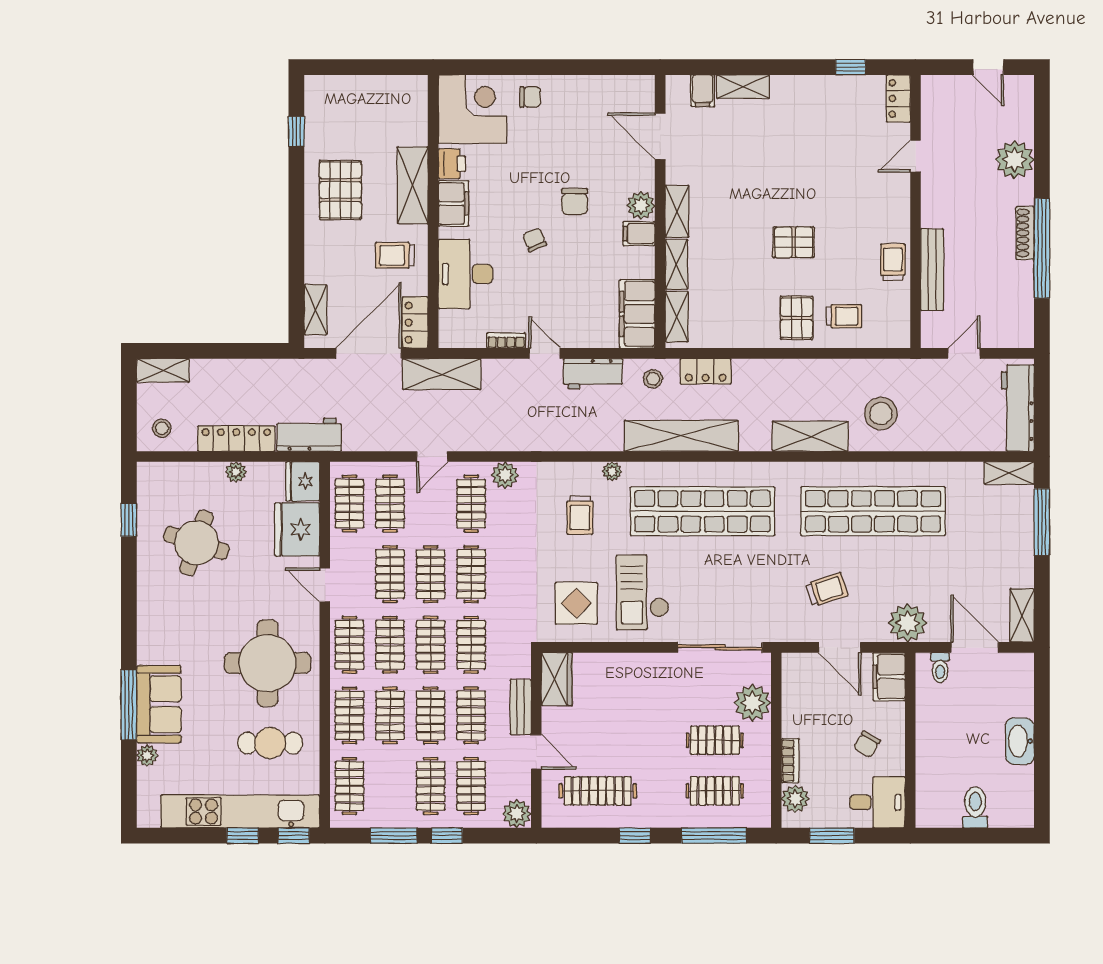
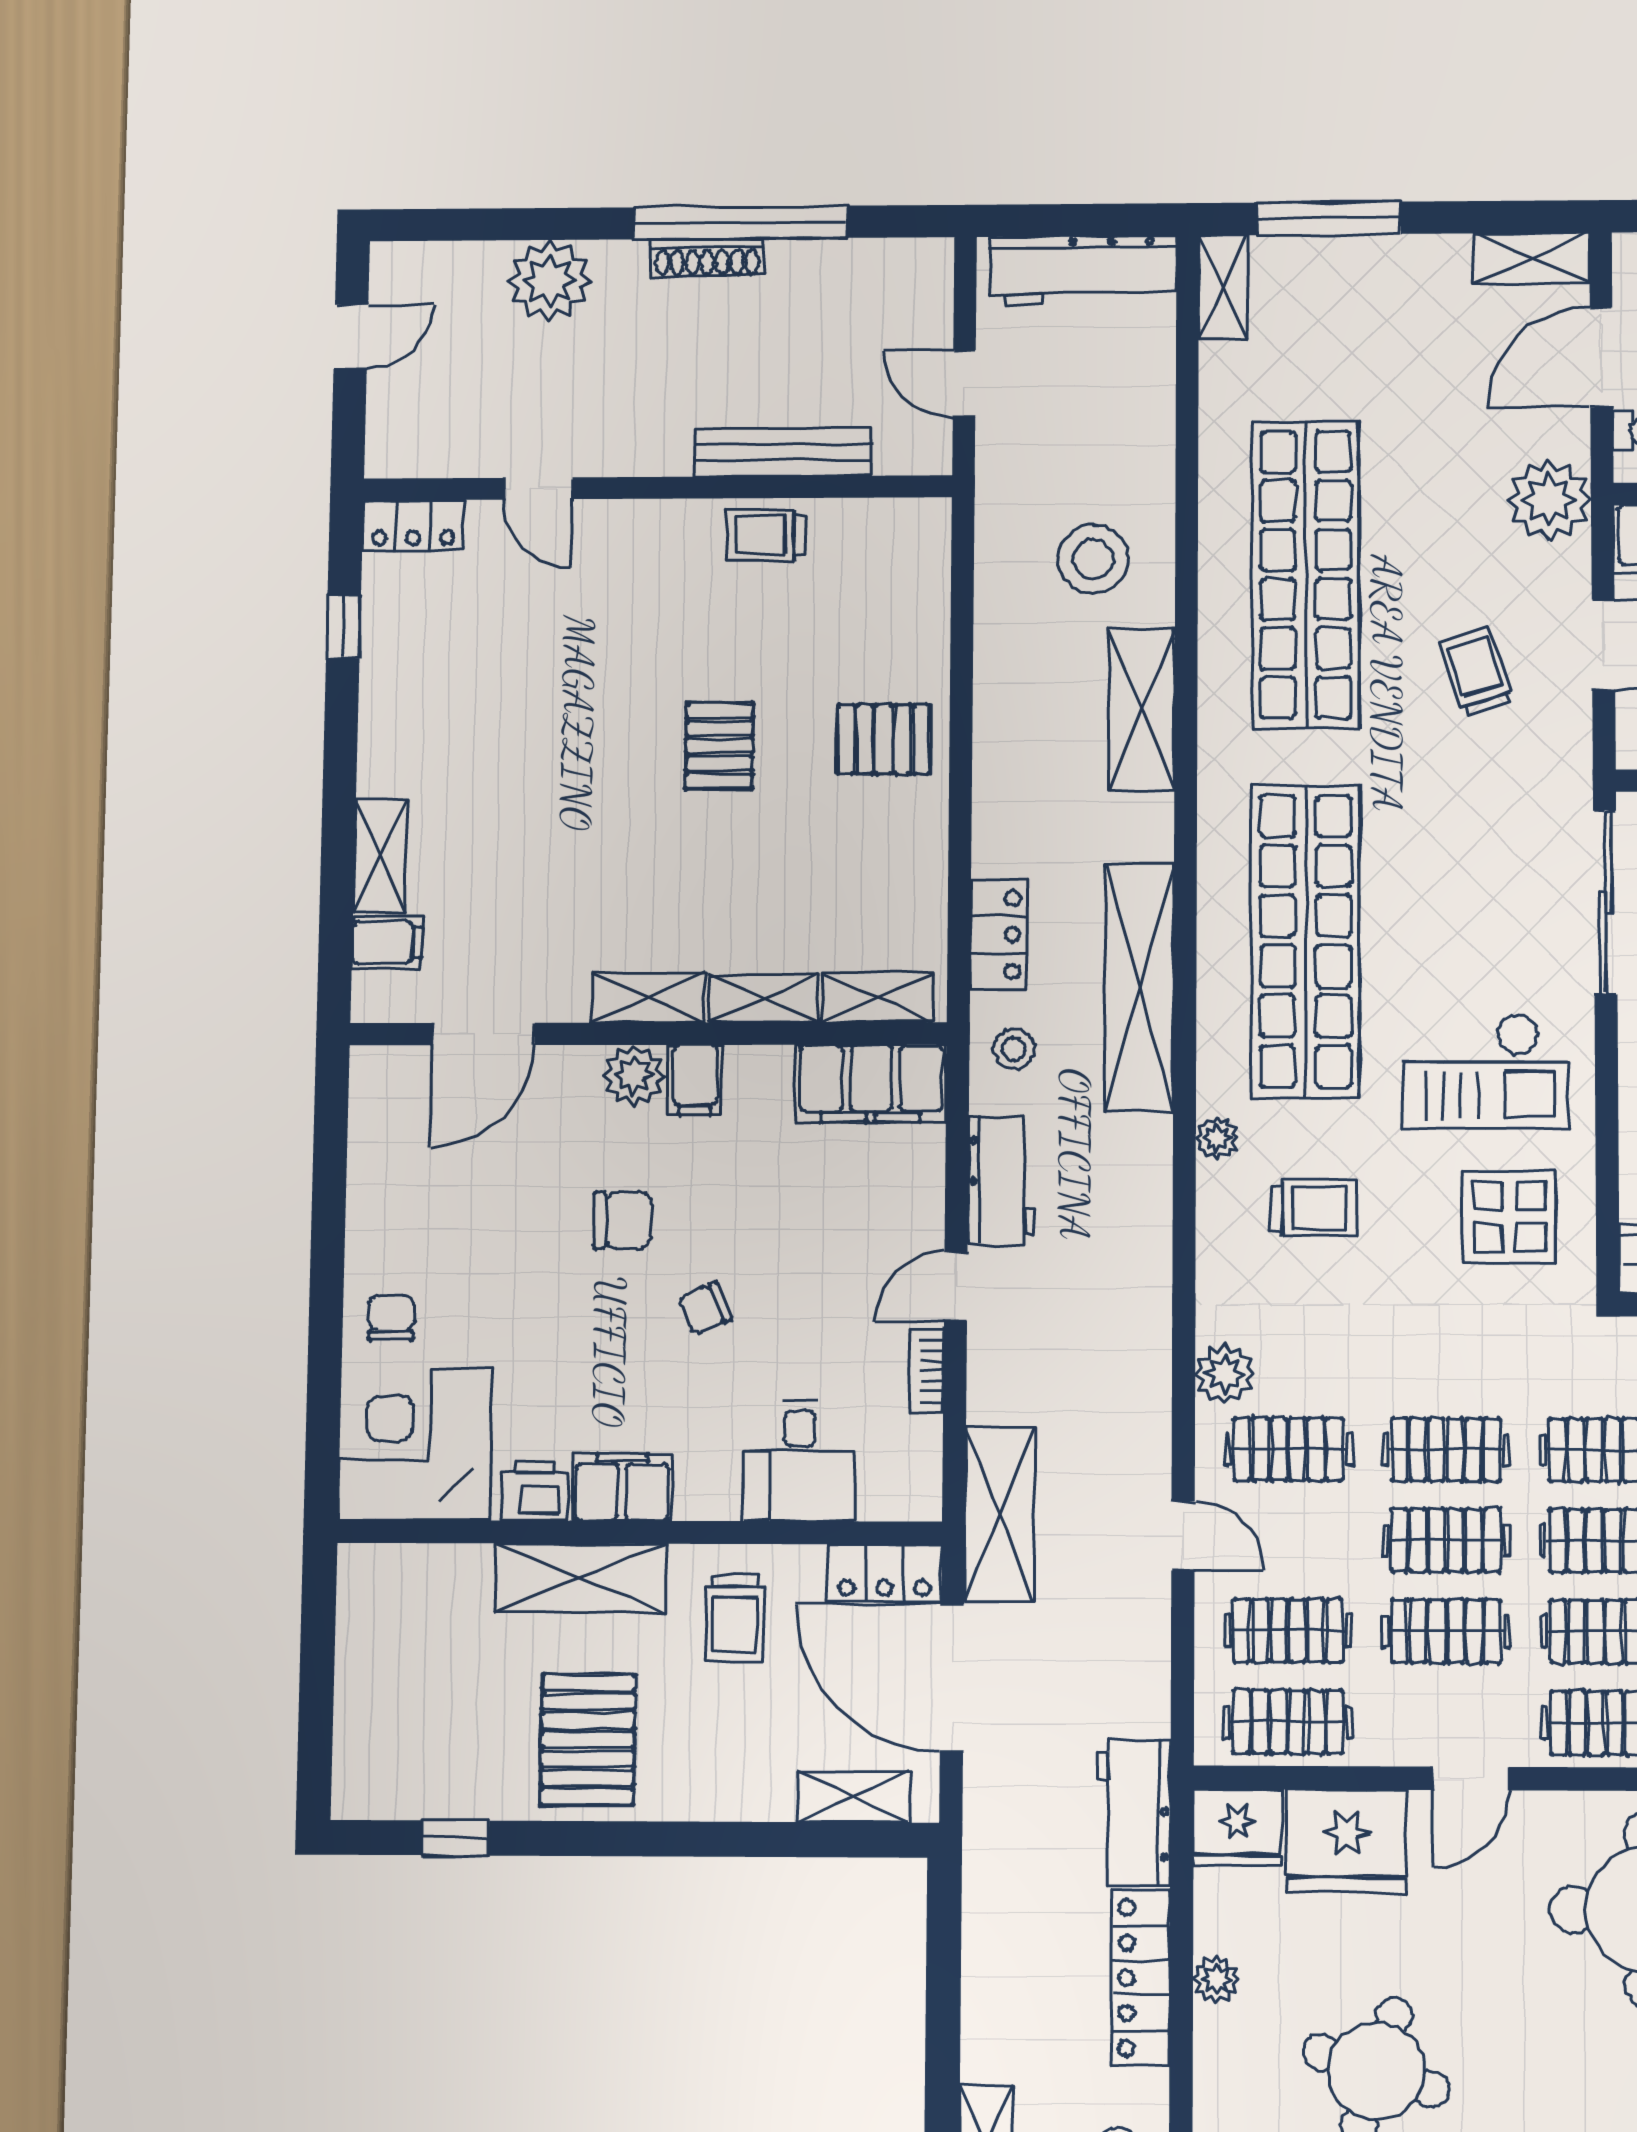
pallet: (340, 190) -> (588, 1740), turned 90
desk: (466, 274) -> (799, 1461), width x0.73
trolley: (844, 316) -> (881, 638), removed

